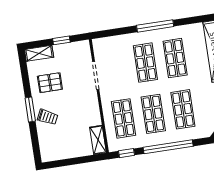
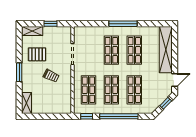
trolley: (48, 117) -> (51, 76), moved
shelving: (98, 140) -> (26, 103), moved

